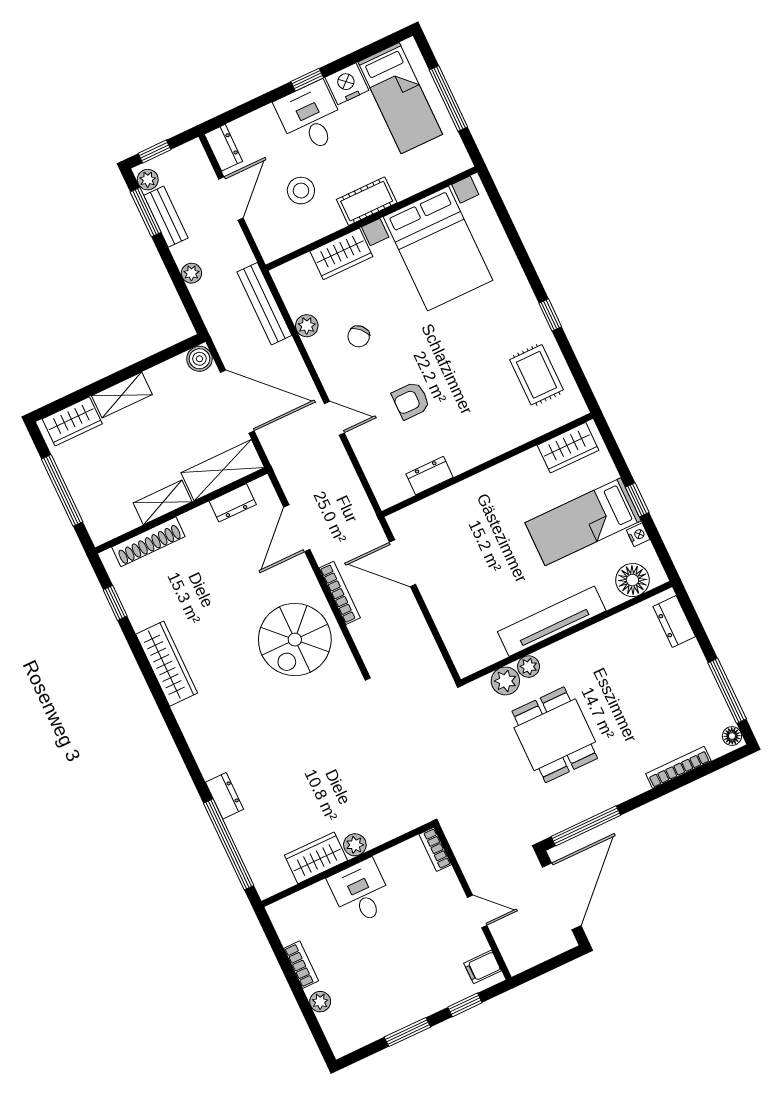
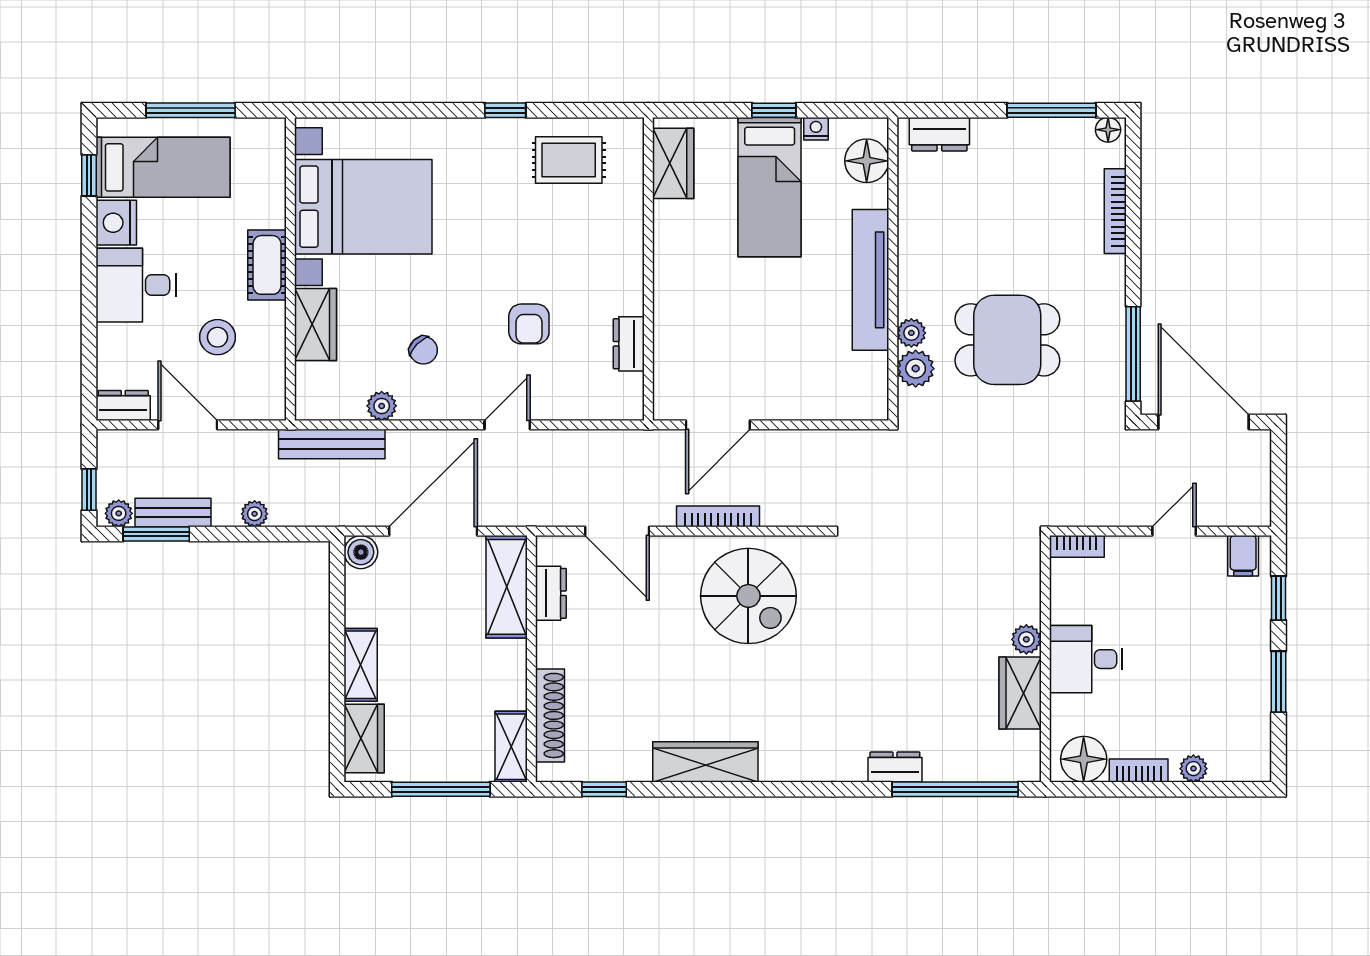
window: (307, 80) -> (89, 175), moved
shelving: (163, 502) -> (511, 747), moved
floor lamp: (291, 923) -> (1084, 759), added

